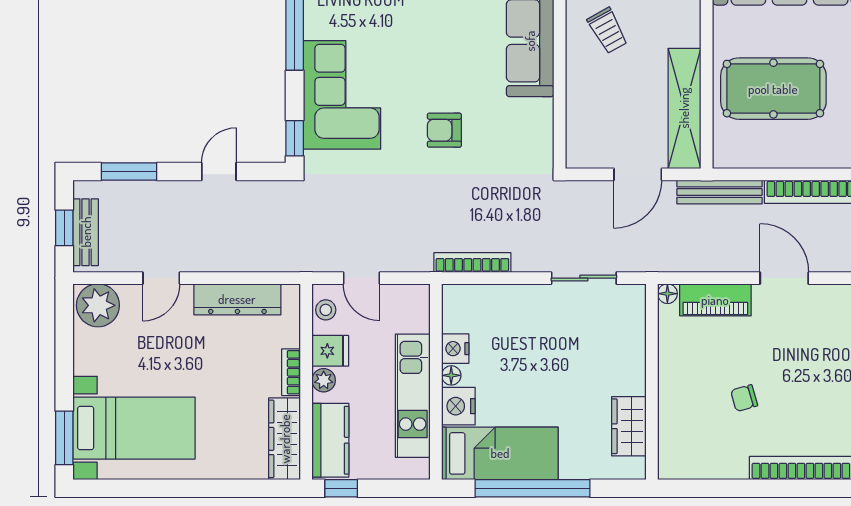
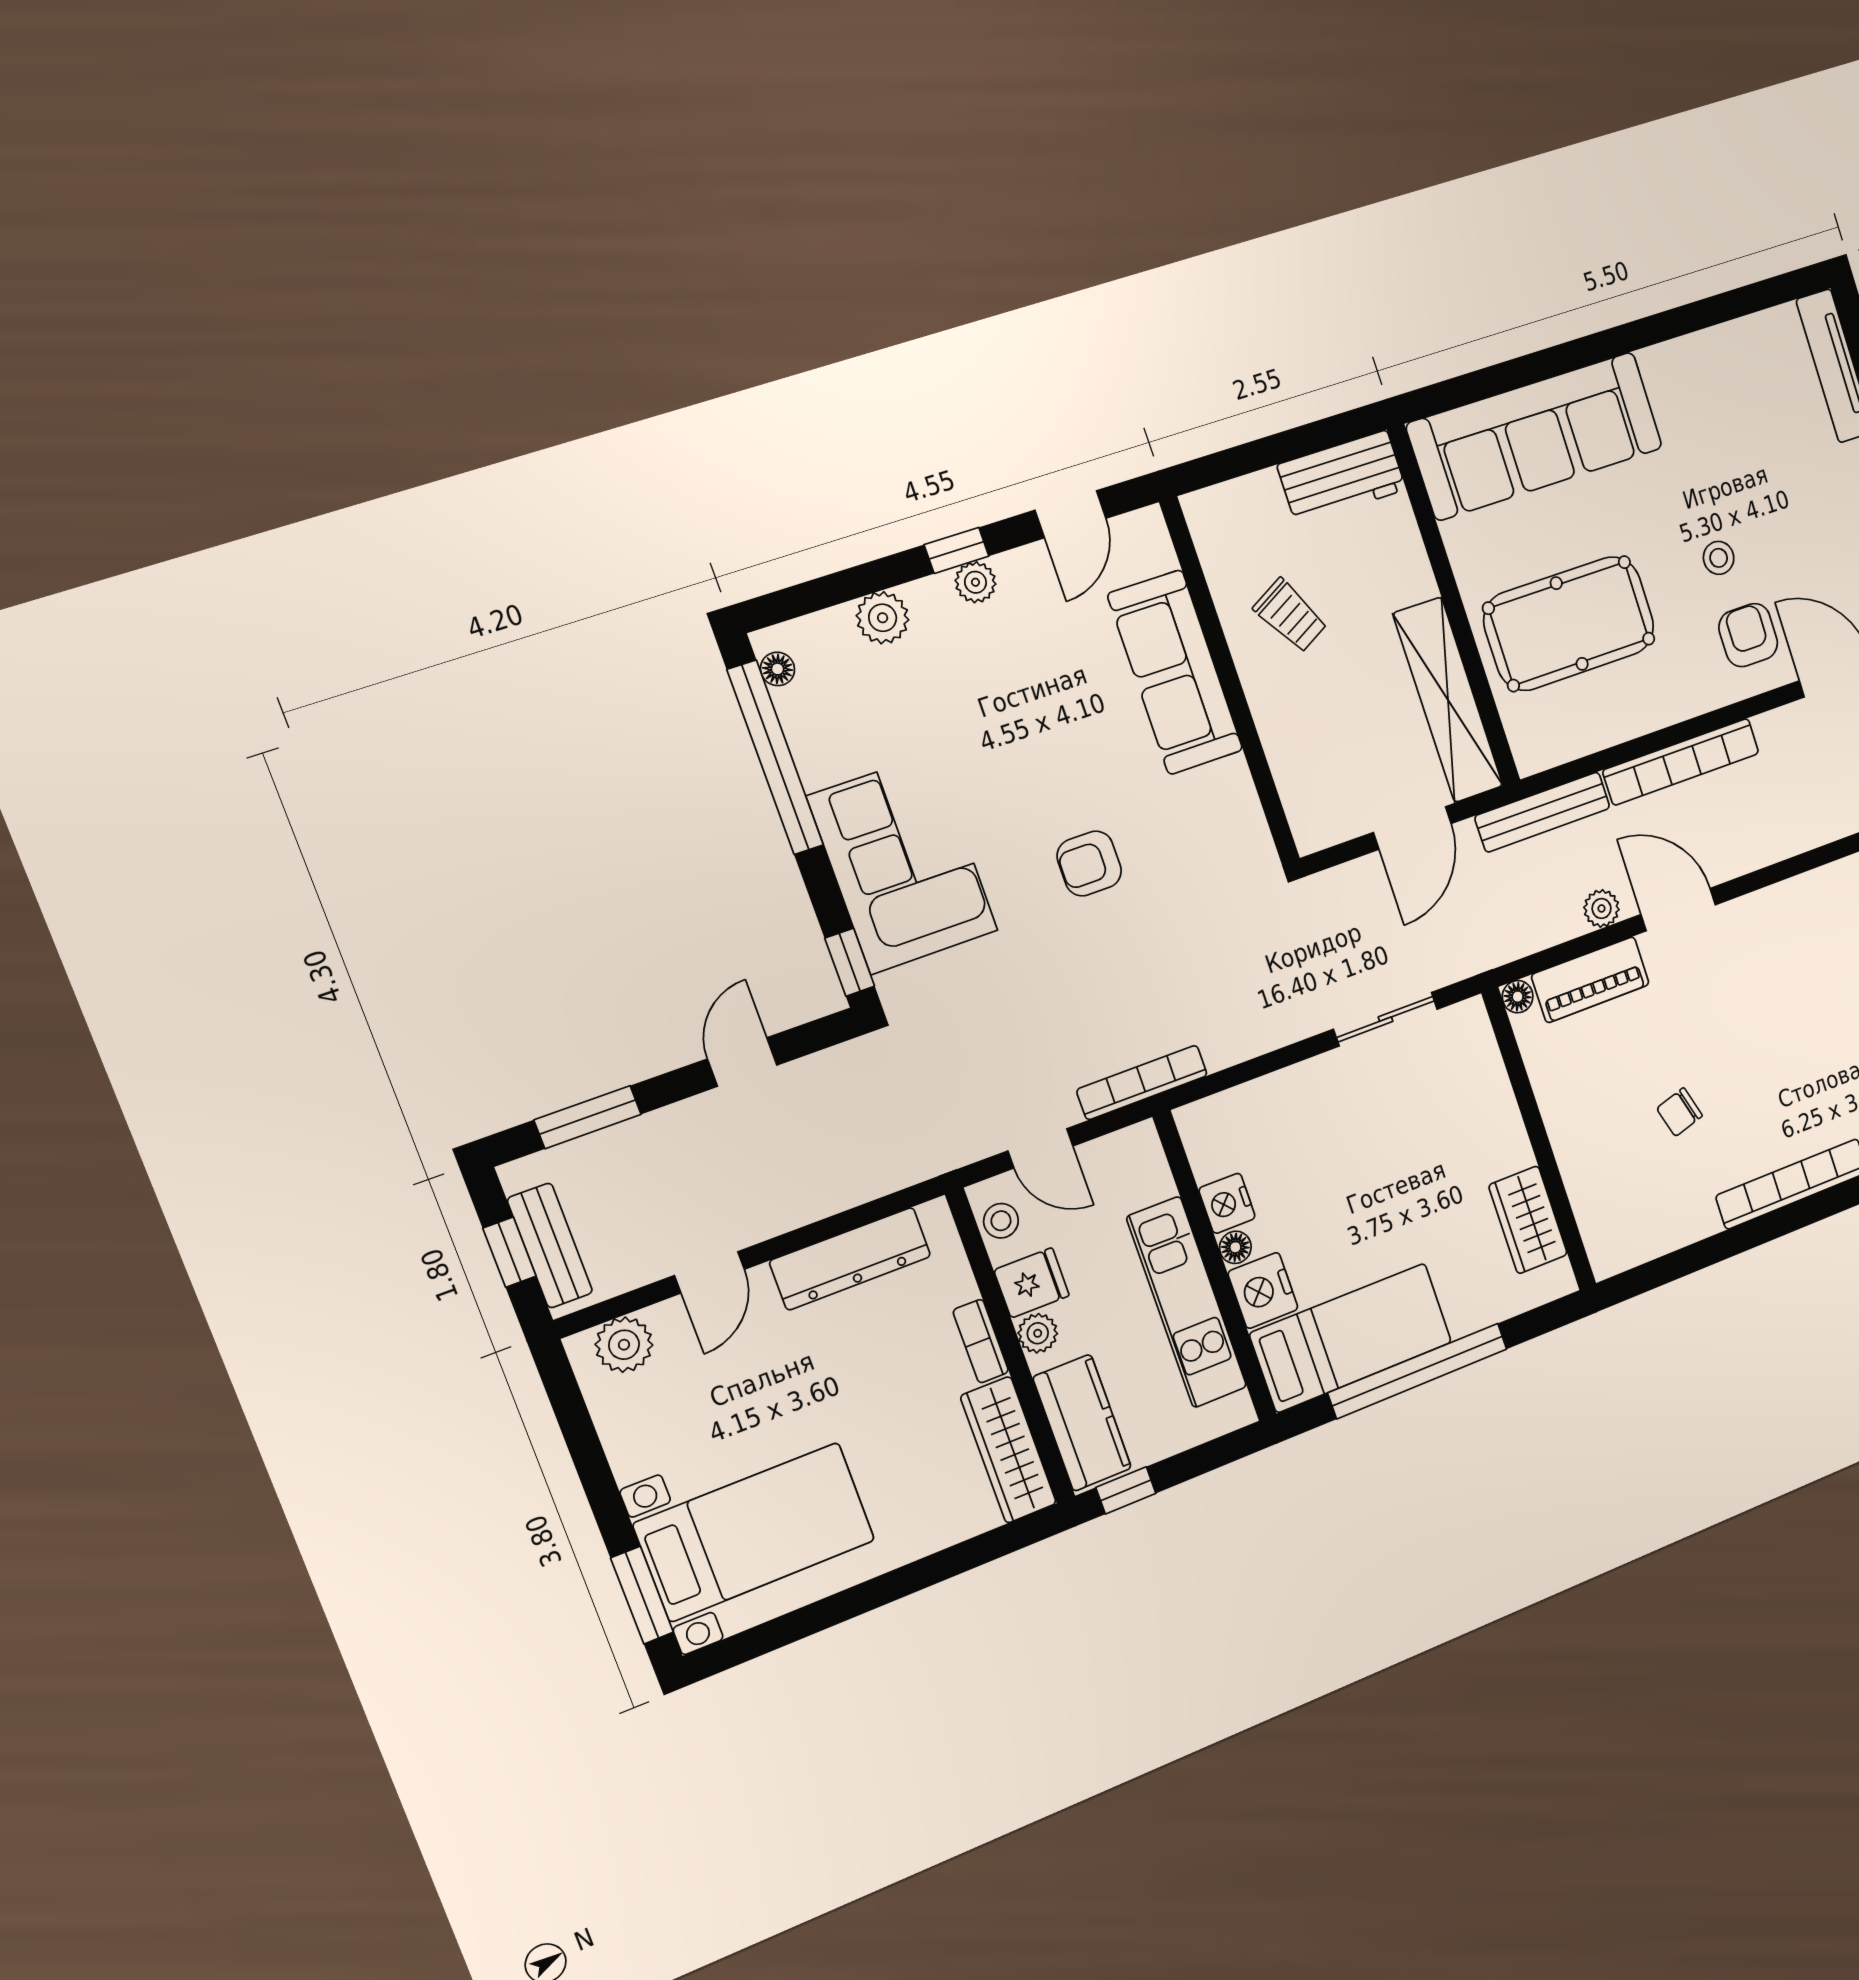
plant: (737, 261) -> (1602, 908), added
bookcase: (472, 262) -> (1142, 1082), moved
plant: (98, 305) -> (624, 1345), width x0.73, depth x0.73

